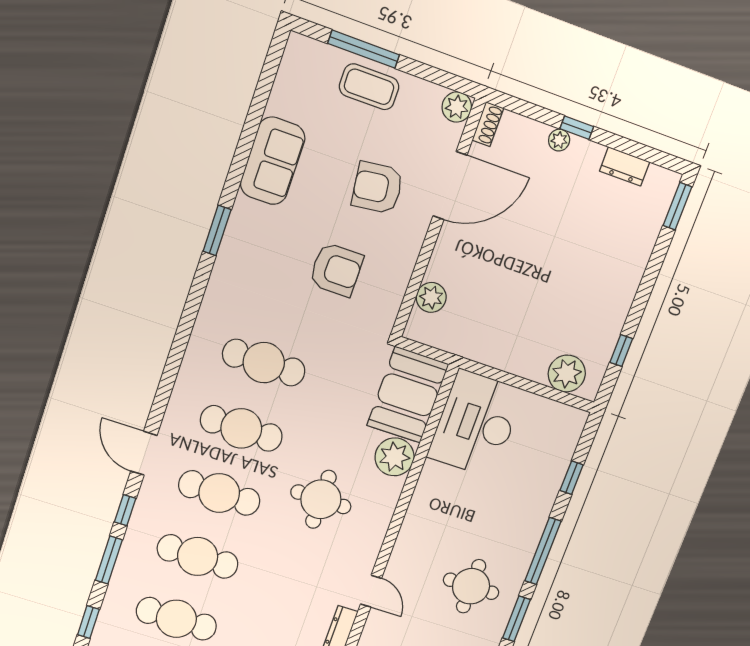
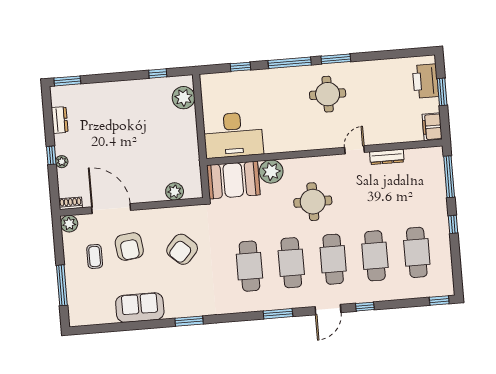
coffee table: (369, 87) -> (95, 256), moved, width x0.73, depth x0.77
armchair: (336, 270) -> (182, 249), turned -138
window: (109, 560) -> (278, 314), moved

